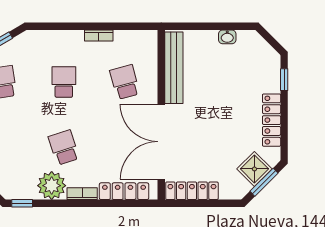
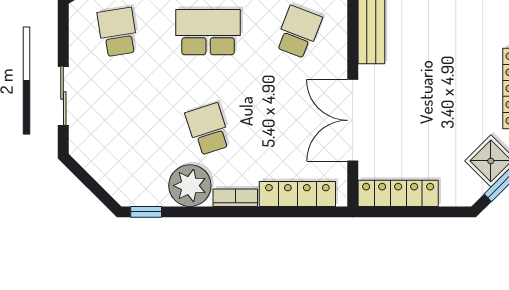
school desk: (64, 82) -> (208, 32), width x1.85
school desk: (125, 82) -> (298, 32), turned 36
double door: (161, 142) -> (353, 120), width x0.73

